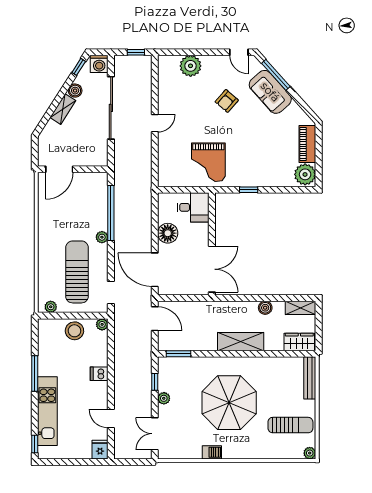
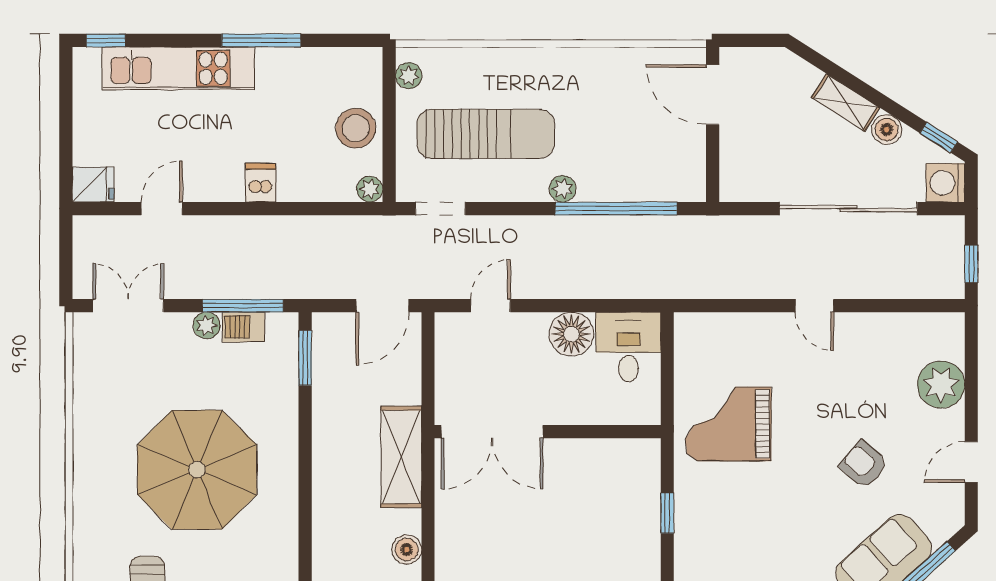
door: (239, 52) -> (971, 462), moved
desk: (193, 207) -> (628, 347), moved, turned 180
door: (155, 270) -> (491, 306), width x0.53
shelving: (241, 342) -> (401, 457), moved
window: (155, 382) -> (243, 306), width x2.17
barbecue: (212, 452) -> (244, 327), moved, turned 90

